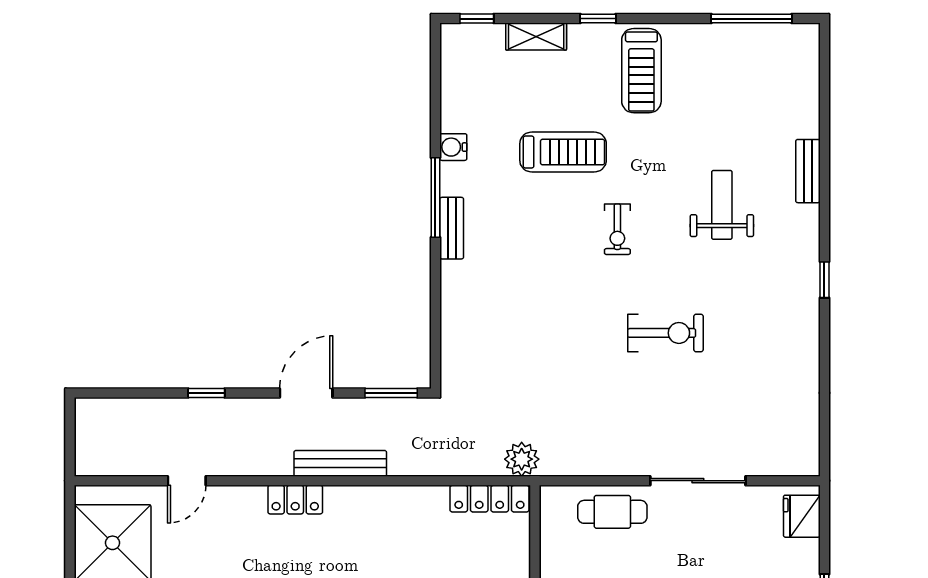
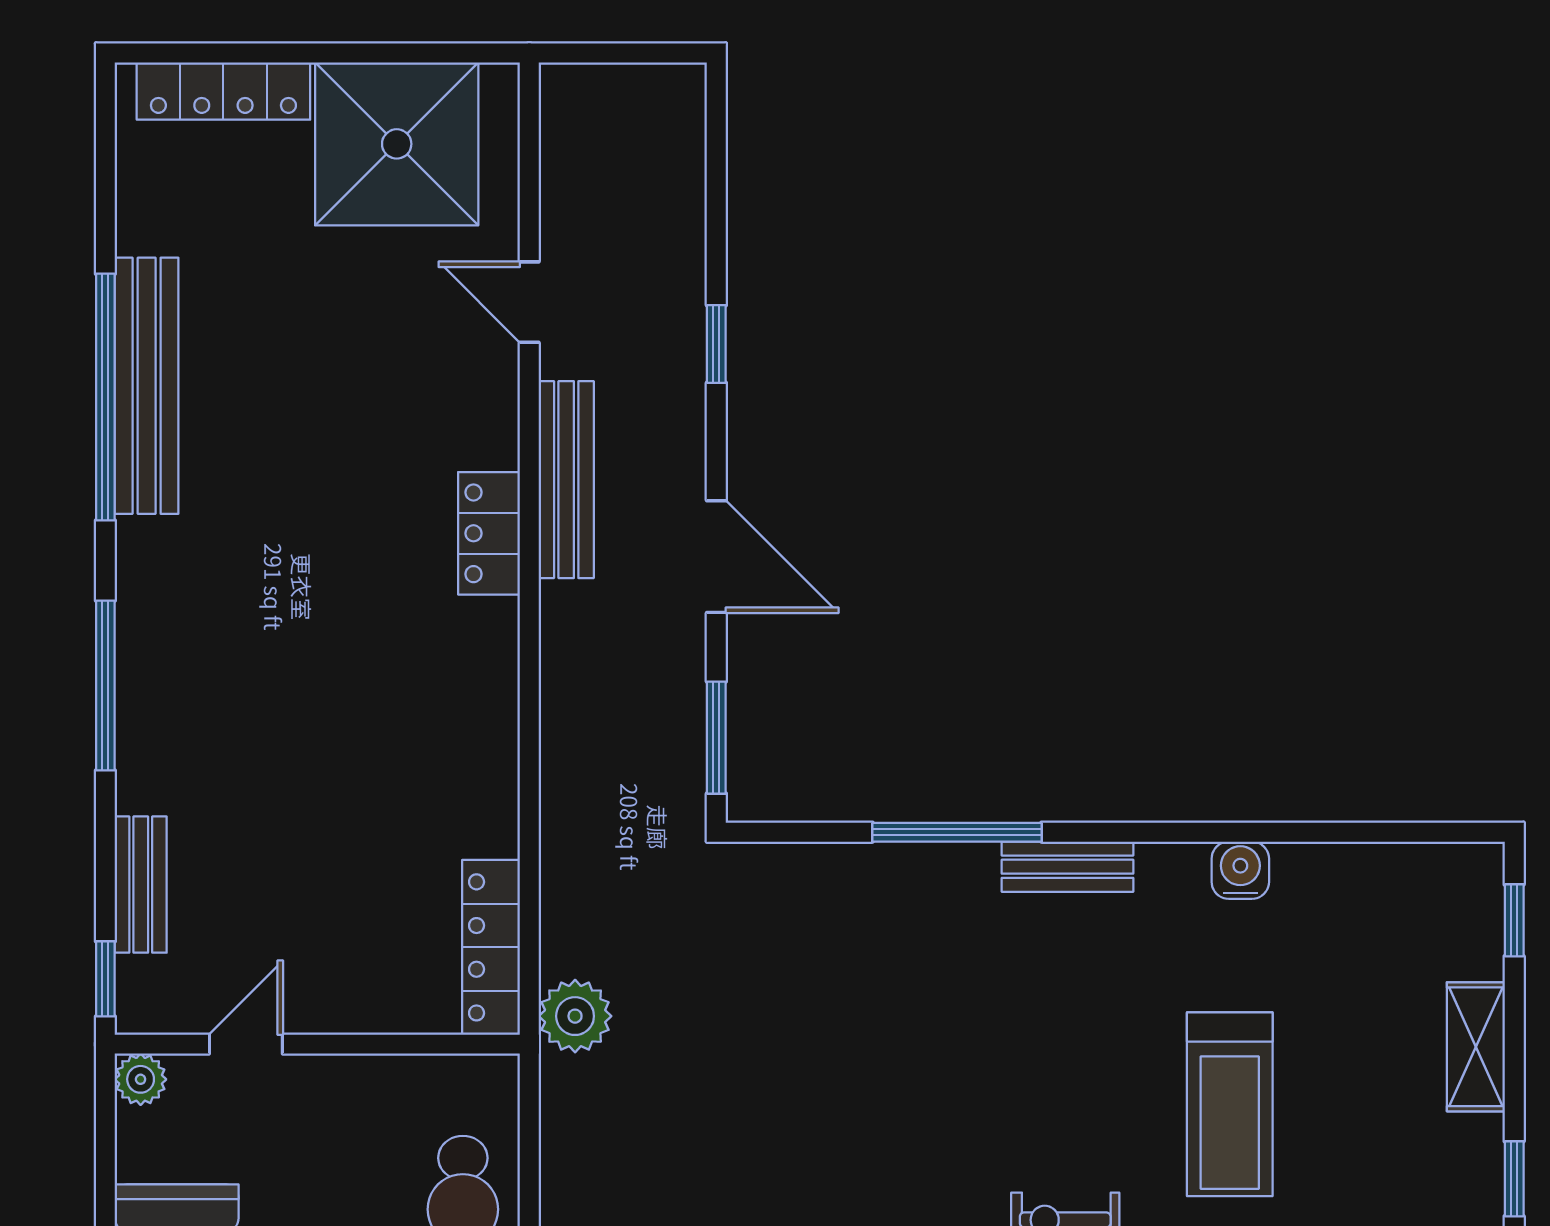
window: (435, 198) -> (957, 832), moved
bench: (340, 463) -> (566, 480), moved

